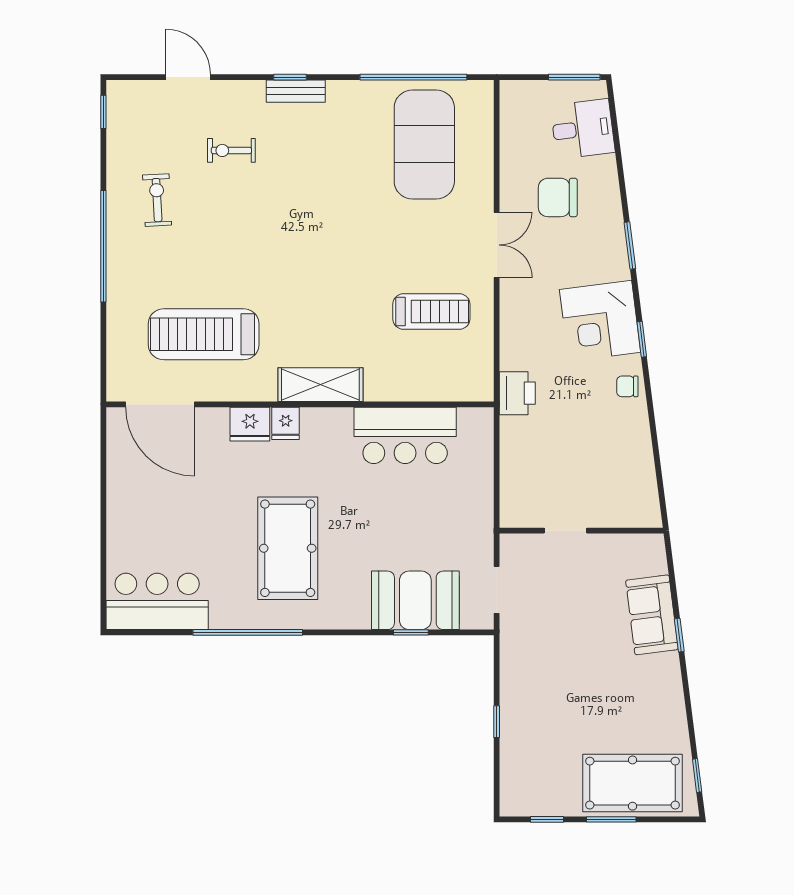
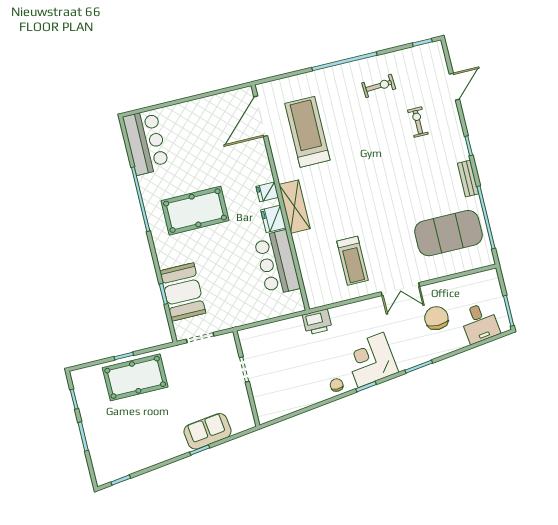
bench: (296, 91) -> (468, 179), moved
fridge: (250, 424) -> (273, 219), moved
pool table: (633, 783) -> (135, 377), moved, turned 90

